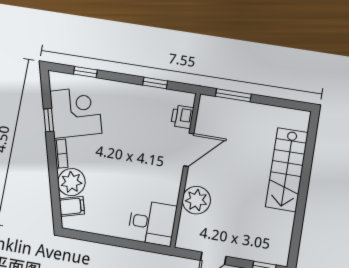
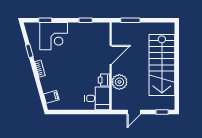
corner desk: (76, 112) -> (54, 36), moved, turned 106
printer: (182, 117) -> (104, 80), moved
stairs: (287, 169) -> (162, 65), width x1.36, depth x1.51
plant: (71, 182) -> (49, 84), removed

